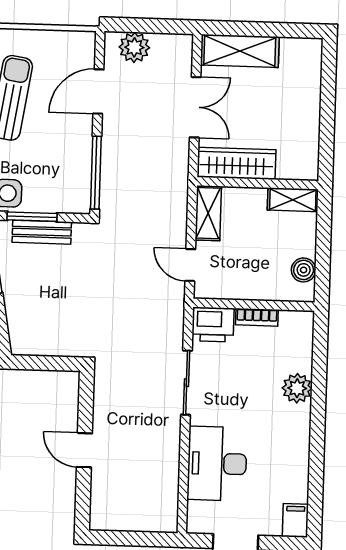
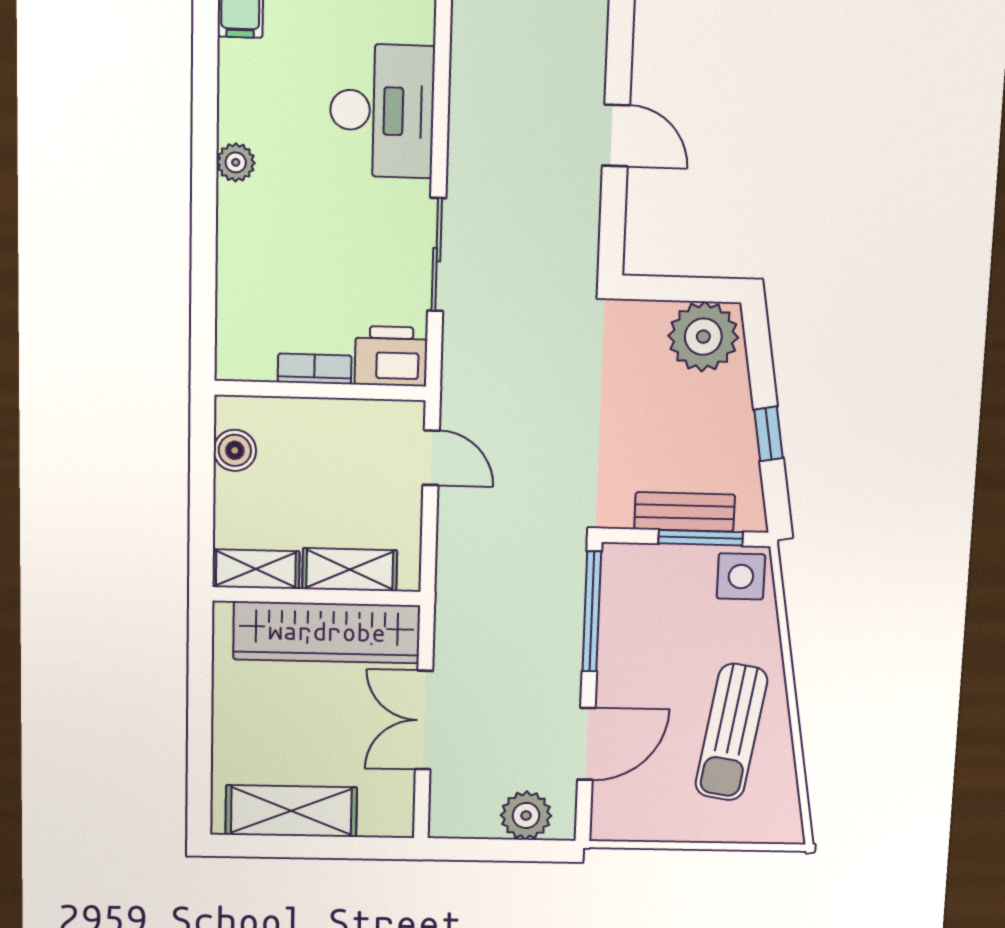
shelving: (240, 51) -> (291, 811), moved
wardrobe: (236, 163) -> (327, 632), width x1.40, depth x1.17
shelving: (208, 213) -> (350, 570), moved, turned 90
plant: (33, 335) -> (703, 337), added
plant: (297, 388) -> (236, 162), moved, width x0.73, depth x0.73

